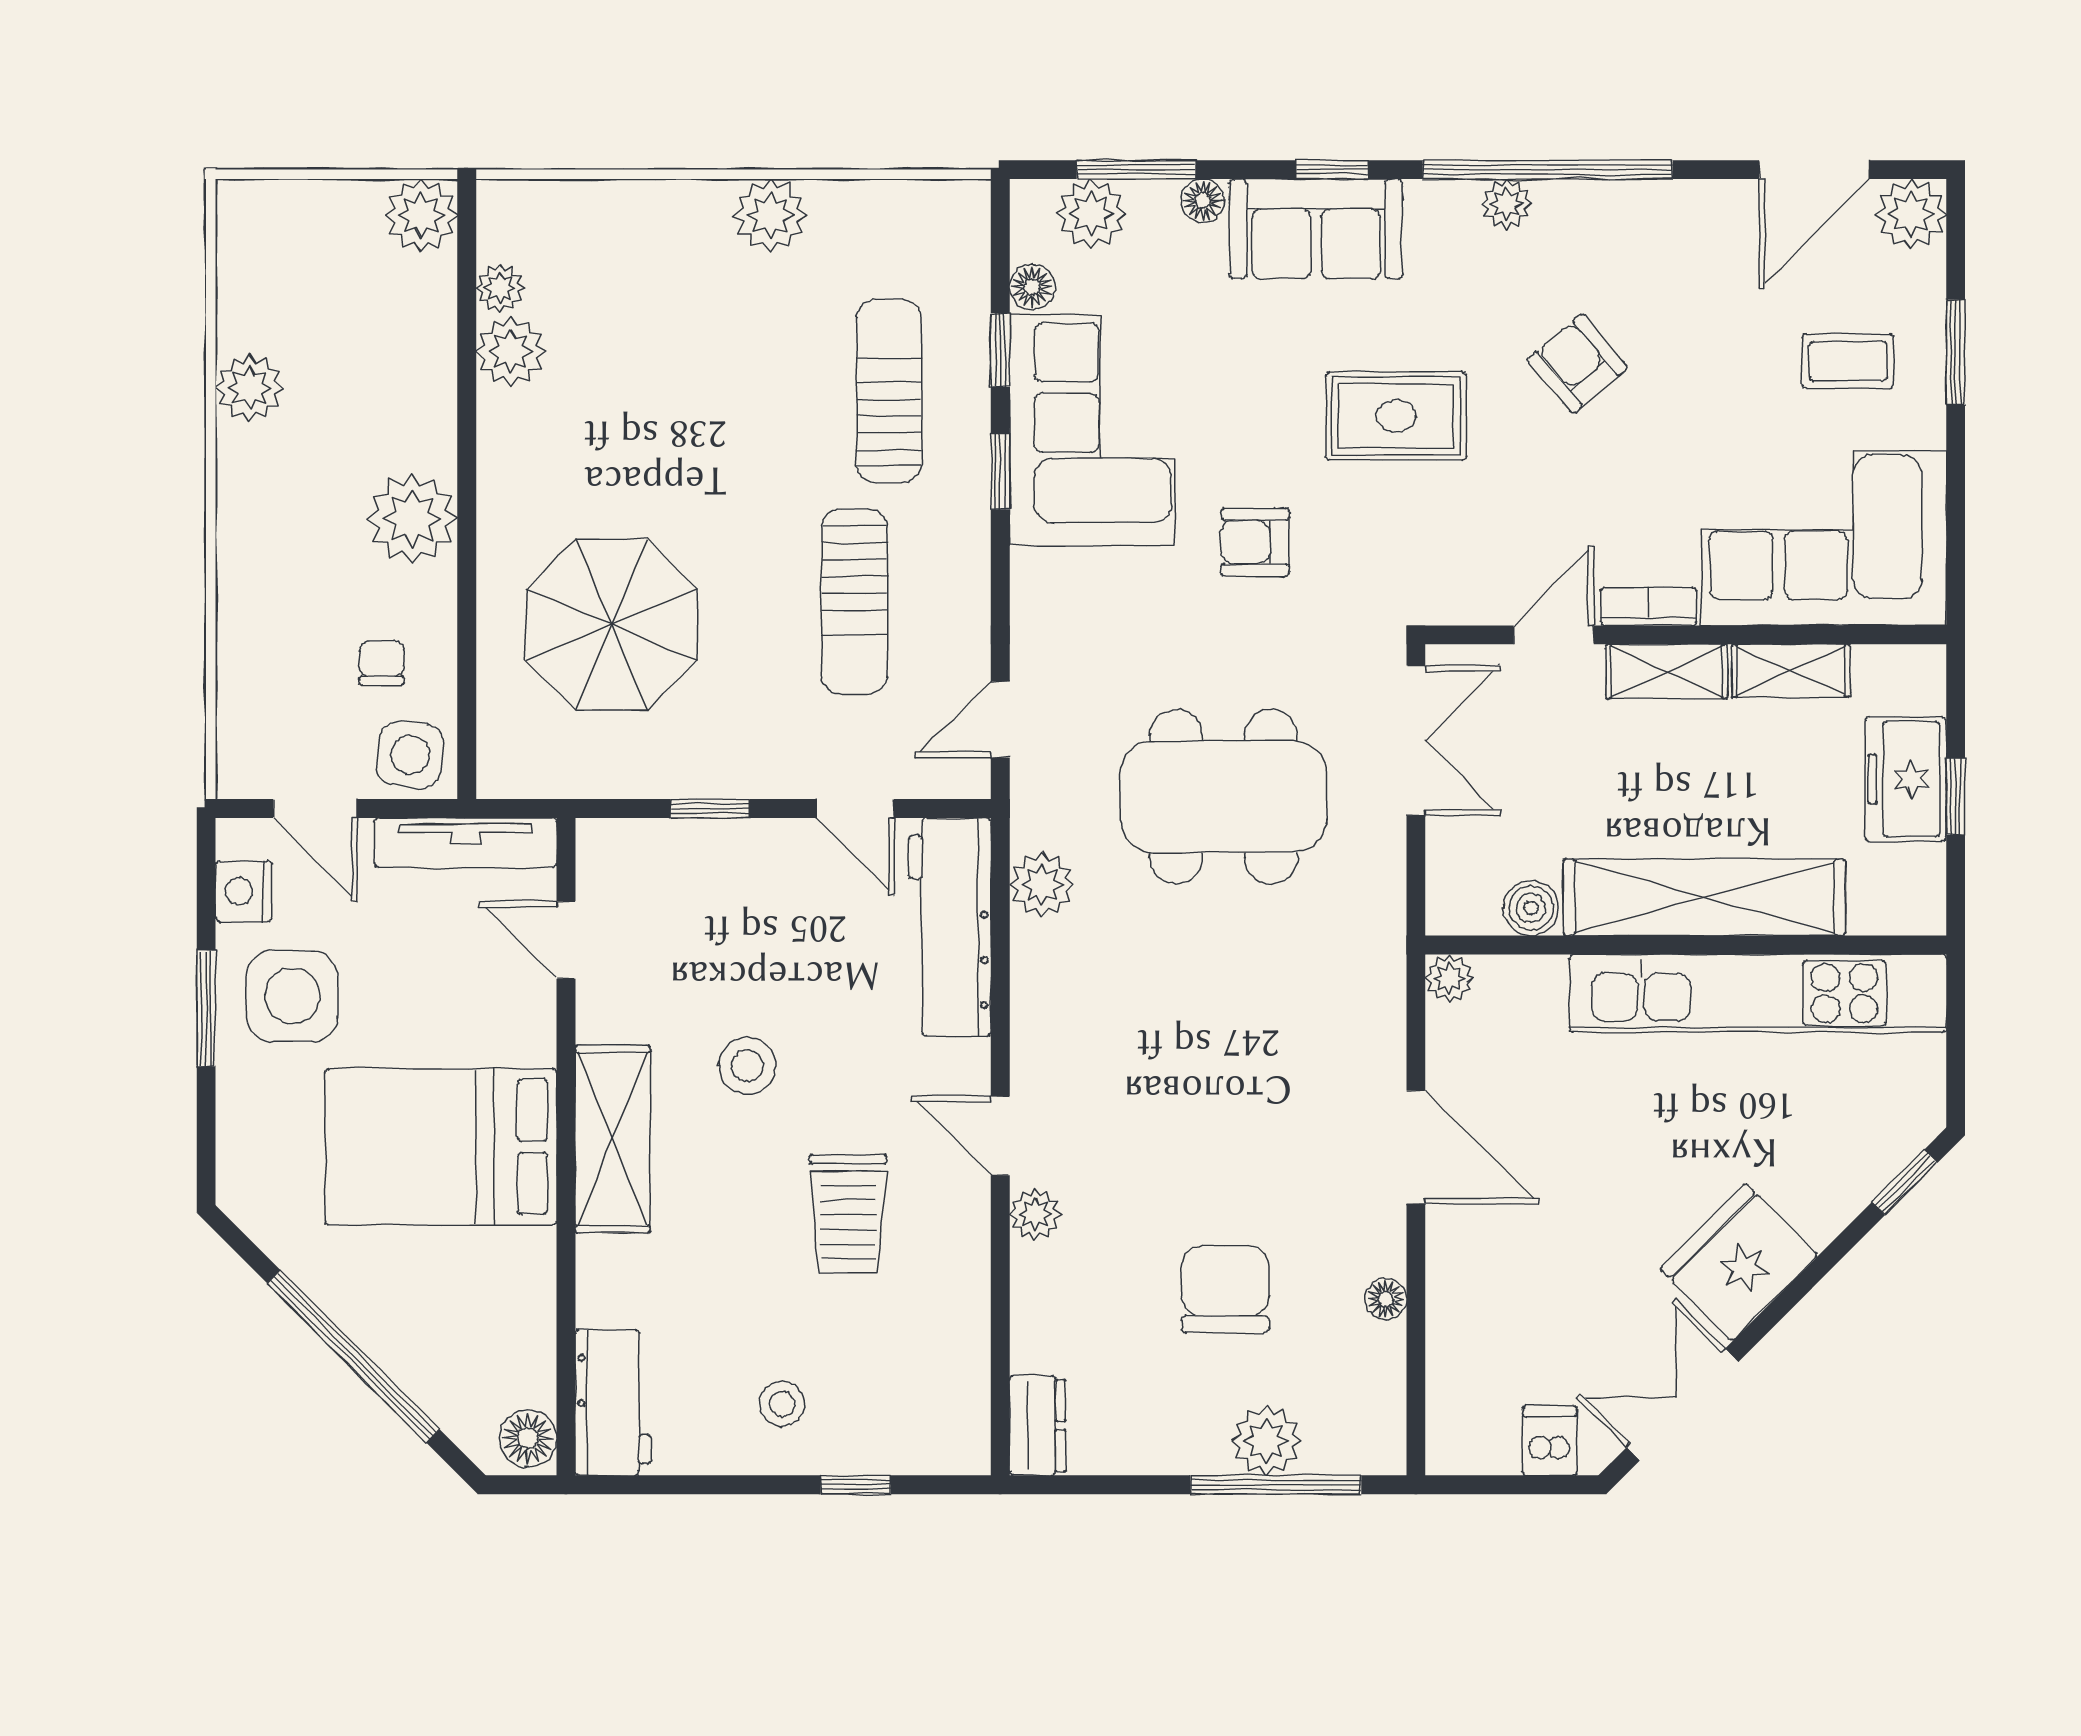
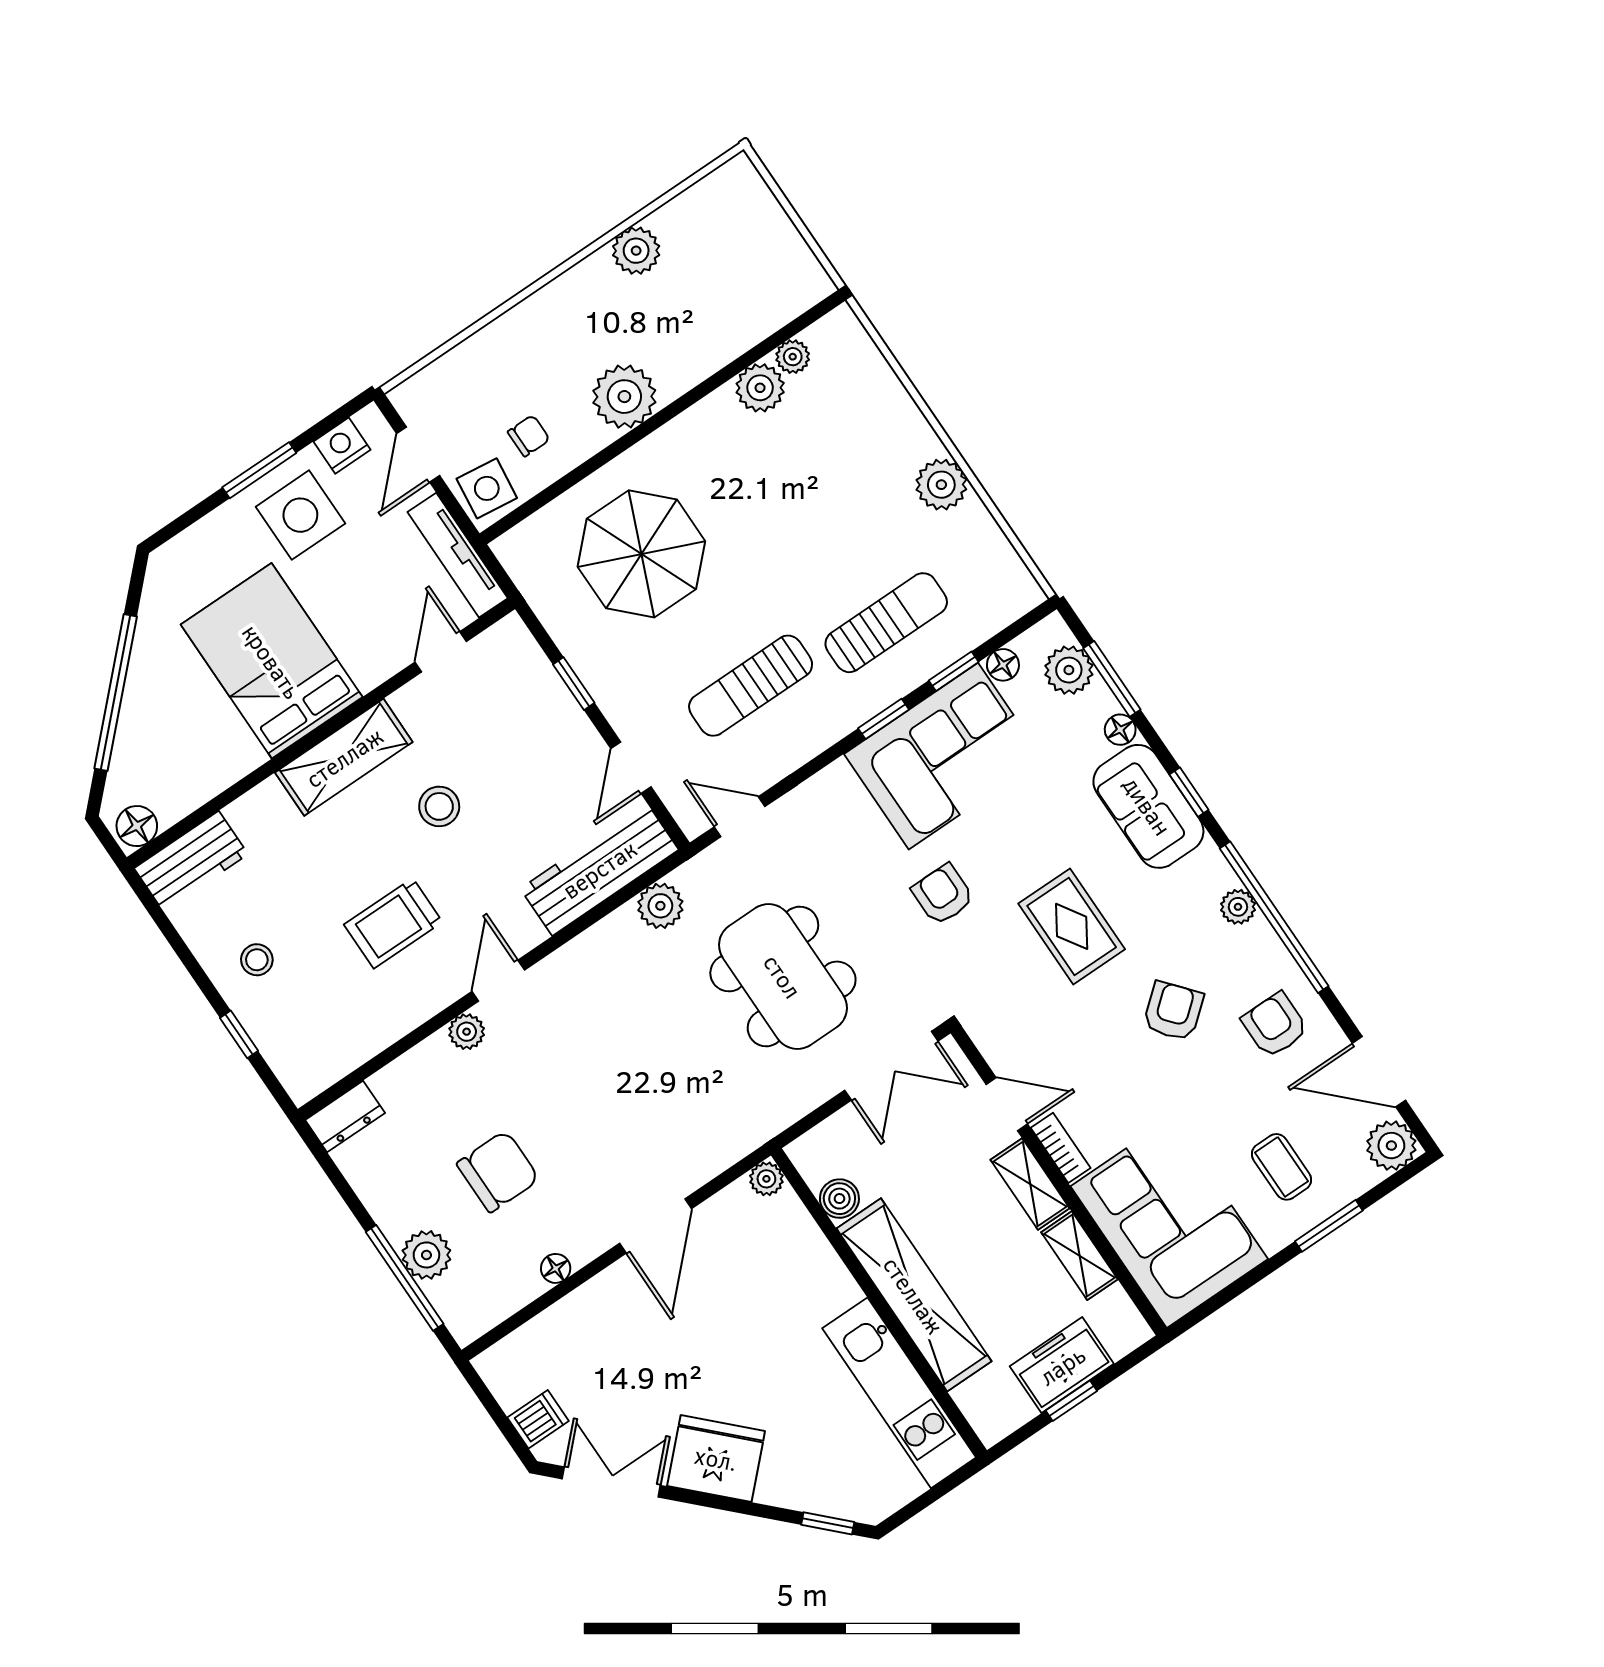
plant: (421, 215) -> (804, 282), removed
armchair: (1675, 255) -> (1275, 1025), added
kitchen unit: (1758, 993) -> (899, 1393), width x0.73

